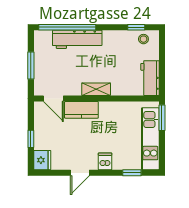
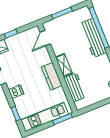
workbench: (150, 78) -> (75, 87), moved, turned 90
kitchen counter: (81, 110) -> (52, 76), moved

